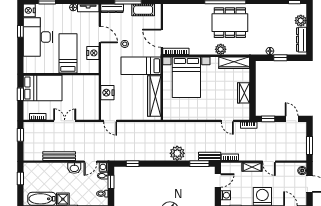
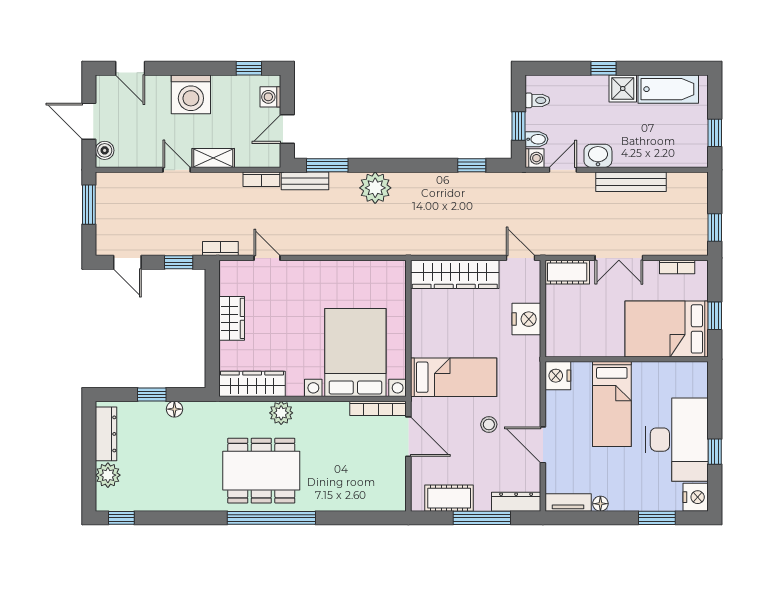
nightstand: (93, 53) -> (558, 376), moved
wardrobe: (154, 96) -> (455, 274), moved, turned 90
cot: (89, 114) -> (567, 272), added

